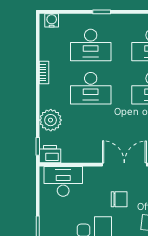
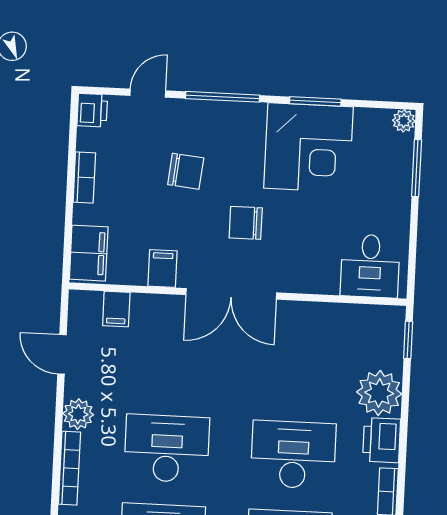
printer: (50, 154) -> (382, 440), moved, turned 90
desk: (63, 181) -> (370, 266), width x0.73

